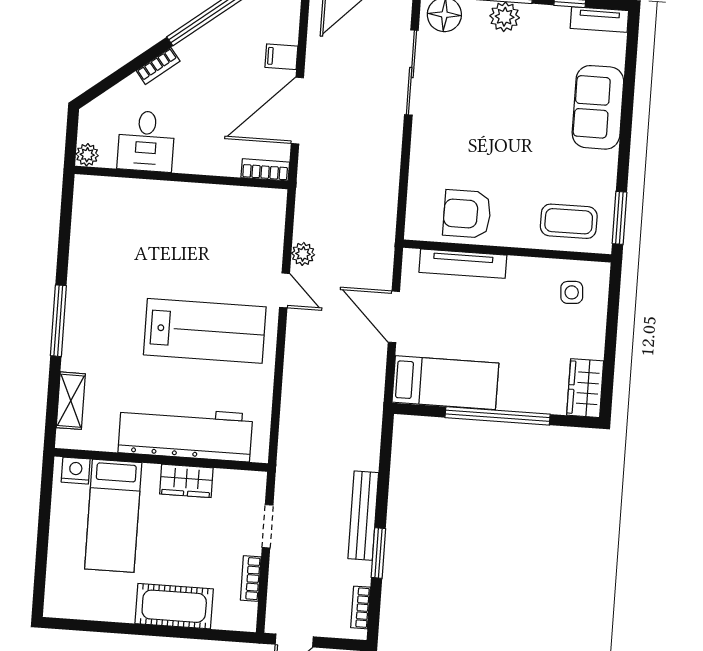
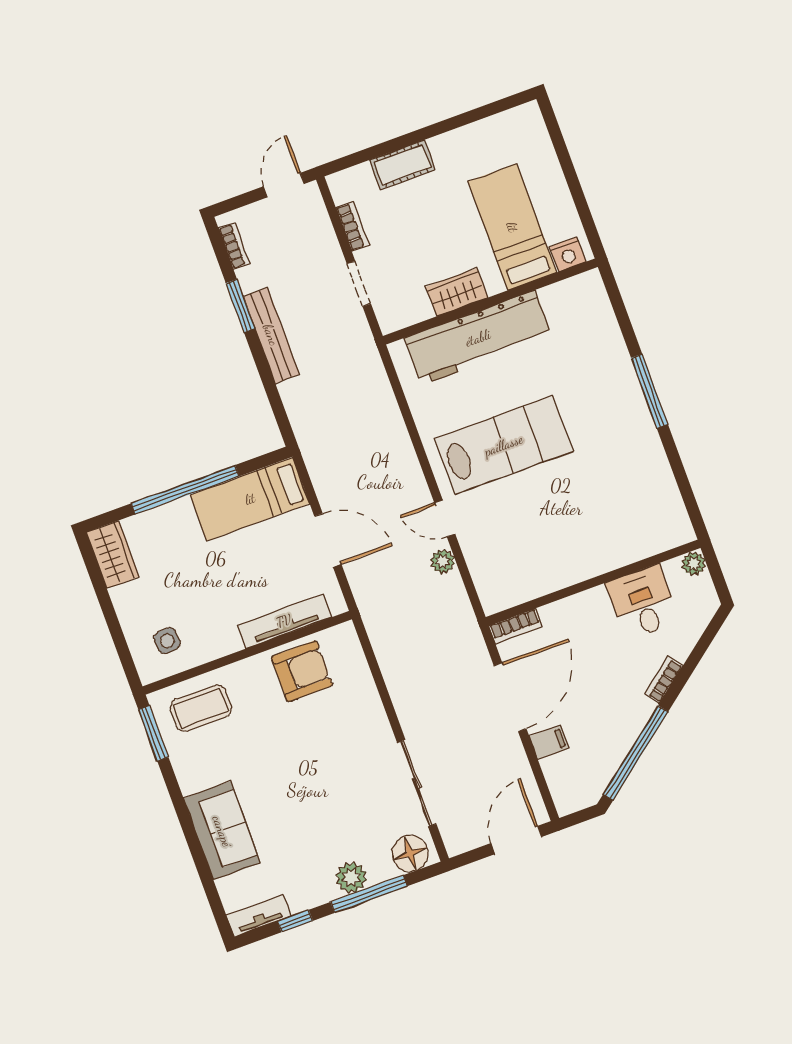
lab bench: (205, 331) -> (504, 445), turned 180
shelving: (71, 401) -> (603, 319), removed
cot: (174, 606) -> (402, 165), width x0.73, depth x0.75

